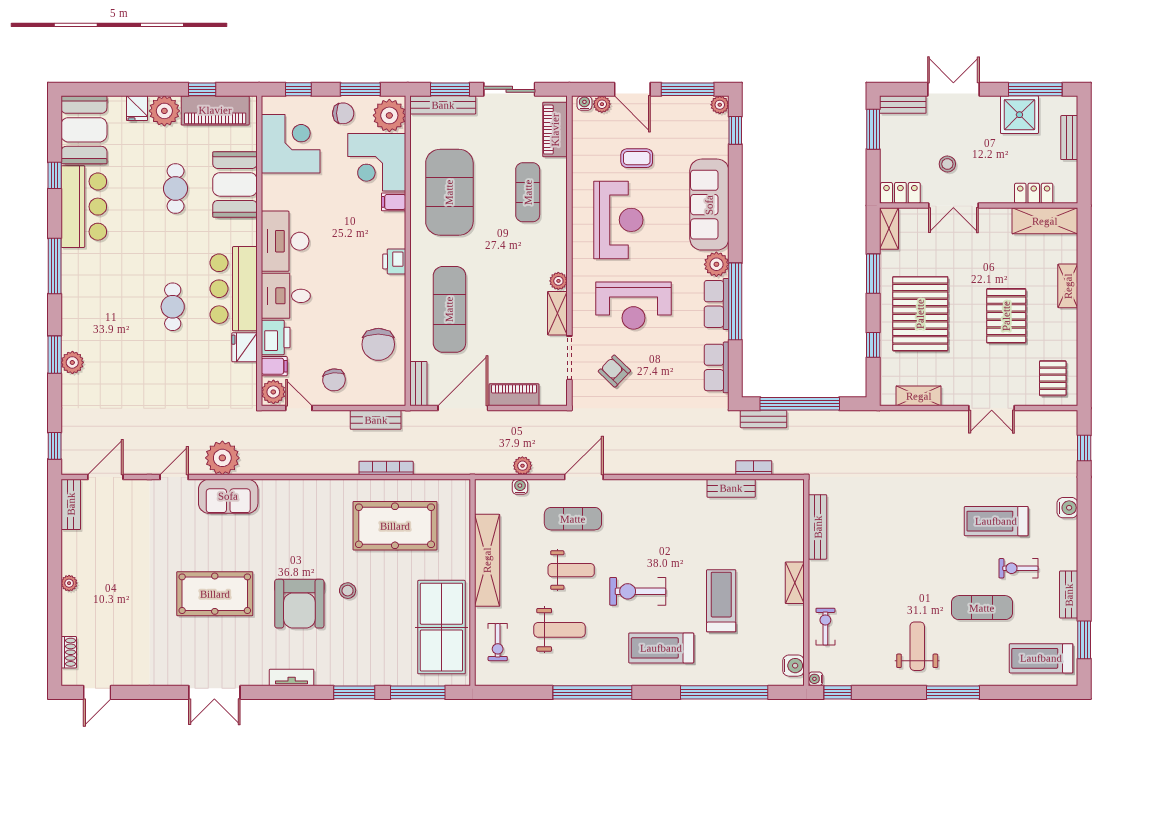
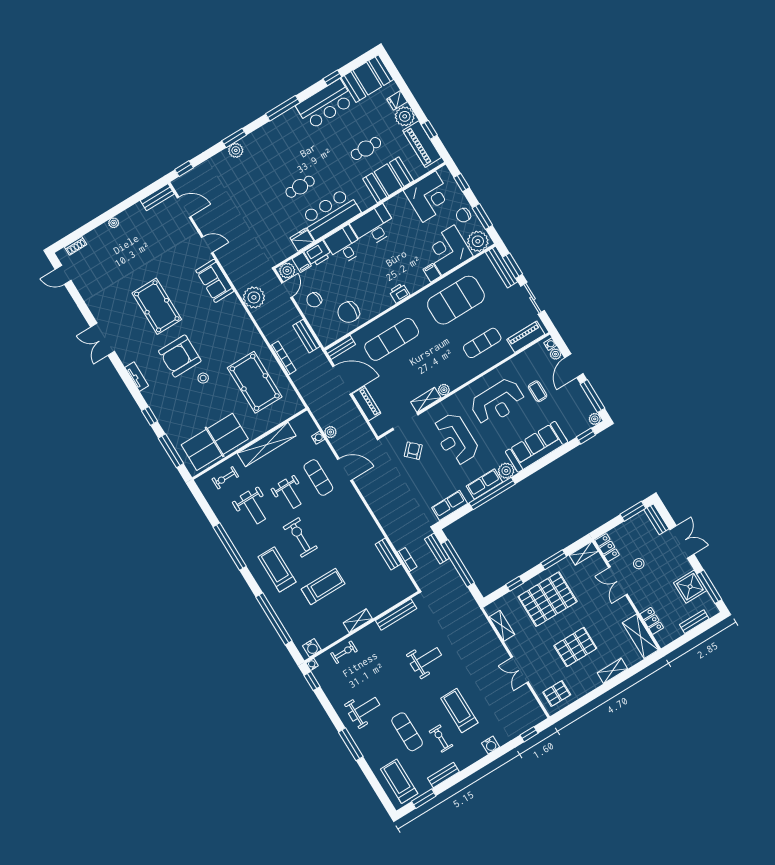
chair: (343, 113) -> (463, 215), turned 90
plant: (222, 458) -> (254, 297), moved
weight bench: (901, 524) -> (426, 659), added
window: (354, 692) -> (150, 416), width x0.67

